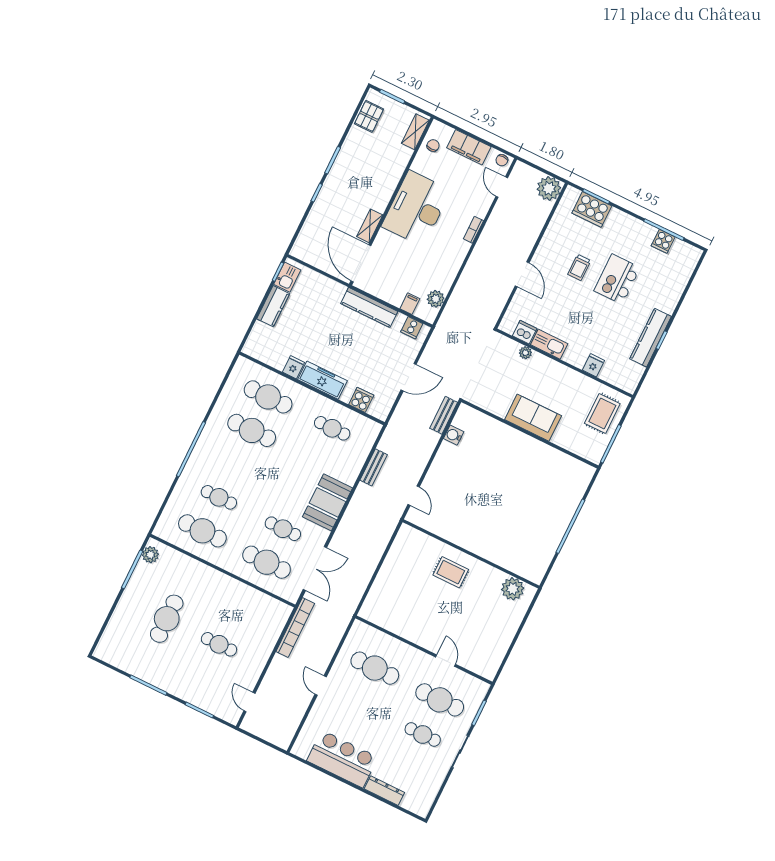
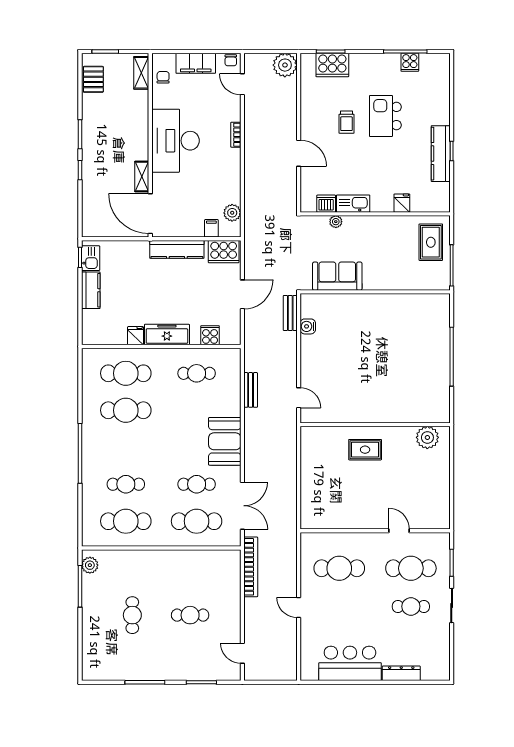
cooker: (412, 328) -> (224, 252), width x1.87, depth x1.31
sofa: (533, 418) -> (337, 276), moved
cafe table: (167, 619) -> (132, 615), width x0.73, depth x0.74

